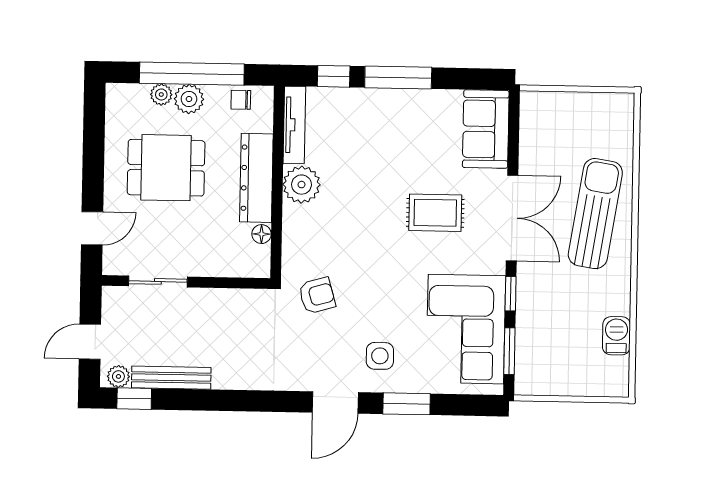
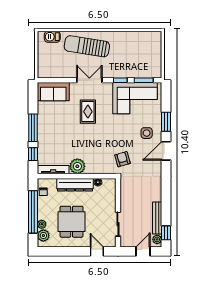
plant: (189, 99) -> (43, 236), moved
double door: (512, 218) -> (89, 80), width x0.73
barbecue: (616, 336) -> (52, 37), moved
door: (90, 342) -> (143, 251), swing flipped
door: (335, 402) -> (166, 151), swing flipped

